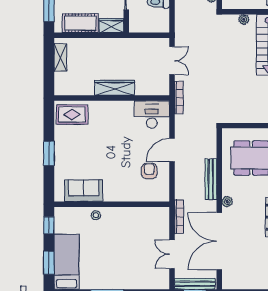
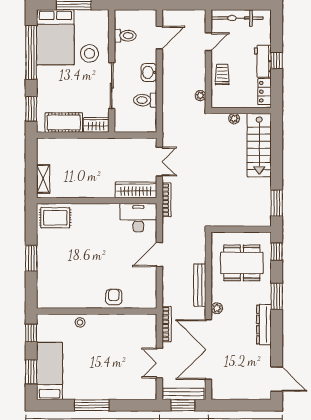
shelving: (60, 57) -> (43, 179), moved
wardrobe: (115, 88) -> (136, 190), moved
armchair: (149, 171) -> (114, 297), moved
sofa: (84, 191) -> (67, 297), removed

